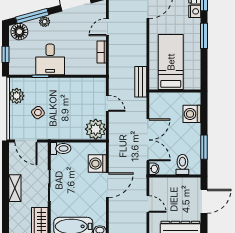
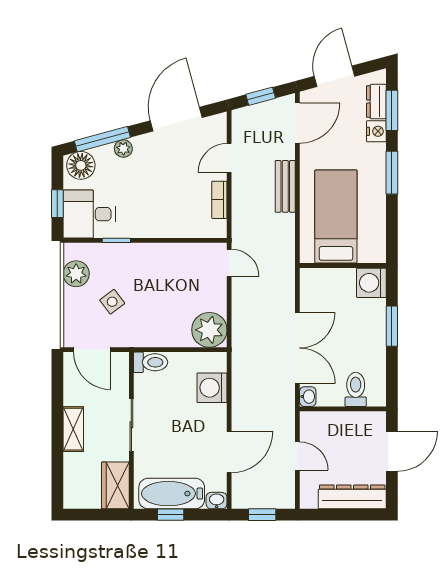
desk: (50, 59) -> (89, 214), moved, turned 90
bench: (141, 82) -> (285, 186), moved
door: (107, 103) -> (229, 263), moved
washing machine: (192, 114) -> (371, 283), moved
window: (204, 147) -> (392, 326), moved
door: (107, 185) -> (229, 452), moved

